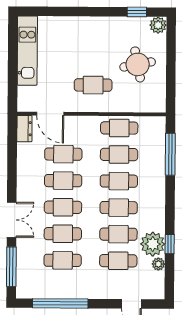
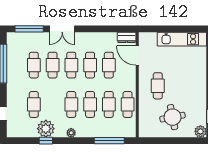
door: (50, 114) -> (137, 56), hinge flipped
cafe table: (118, 234) -> (53, 104), removed
plant: (158, 264) -> (71, 133), moved

